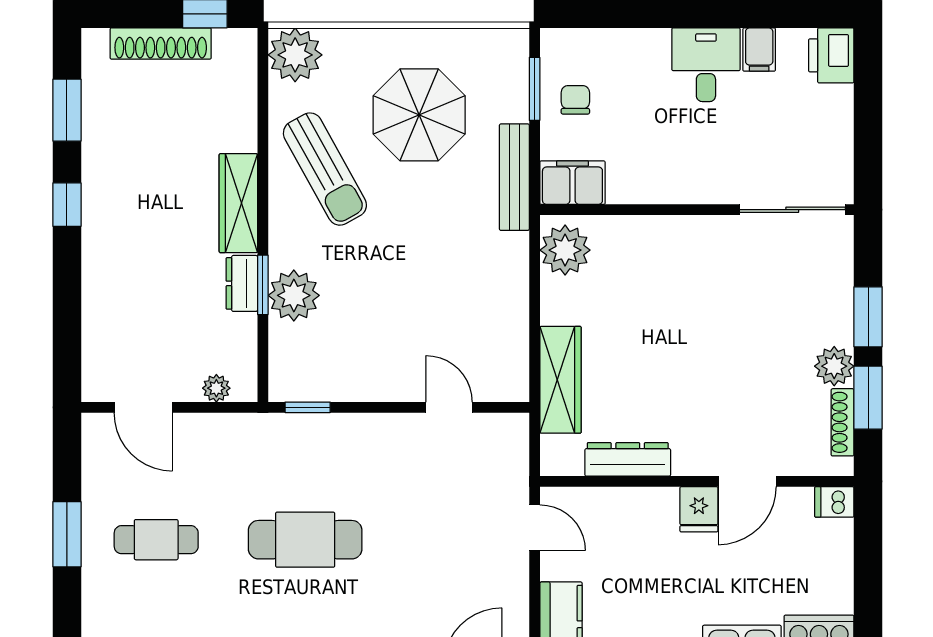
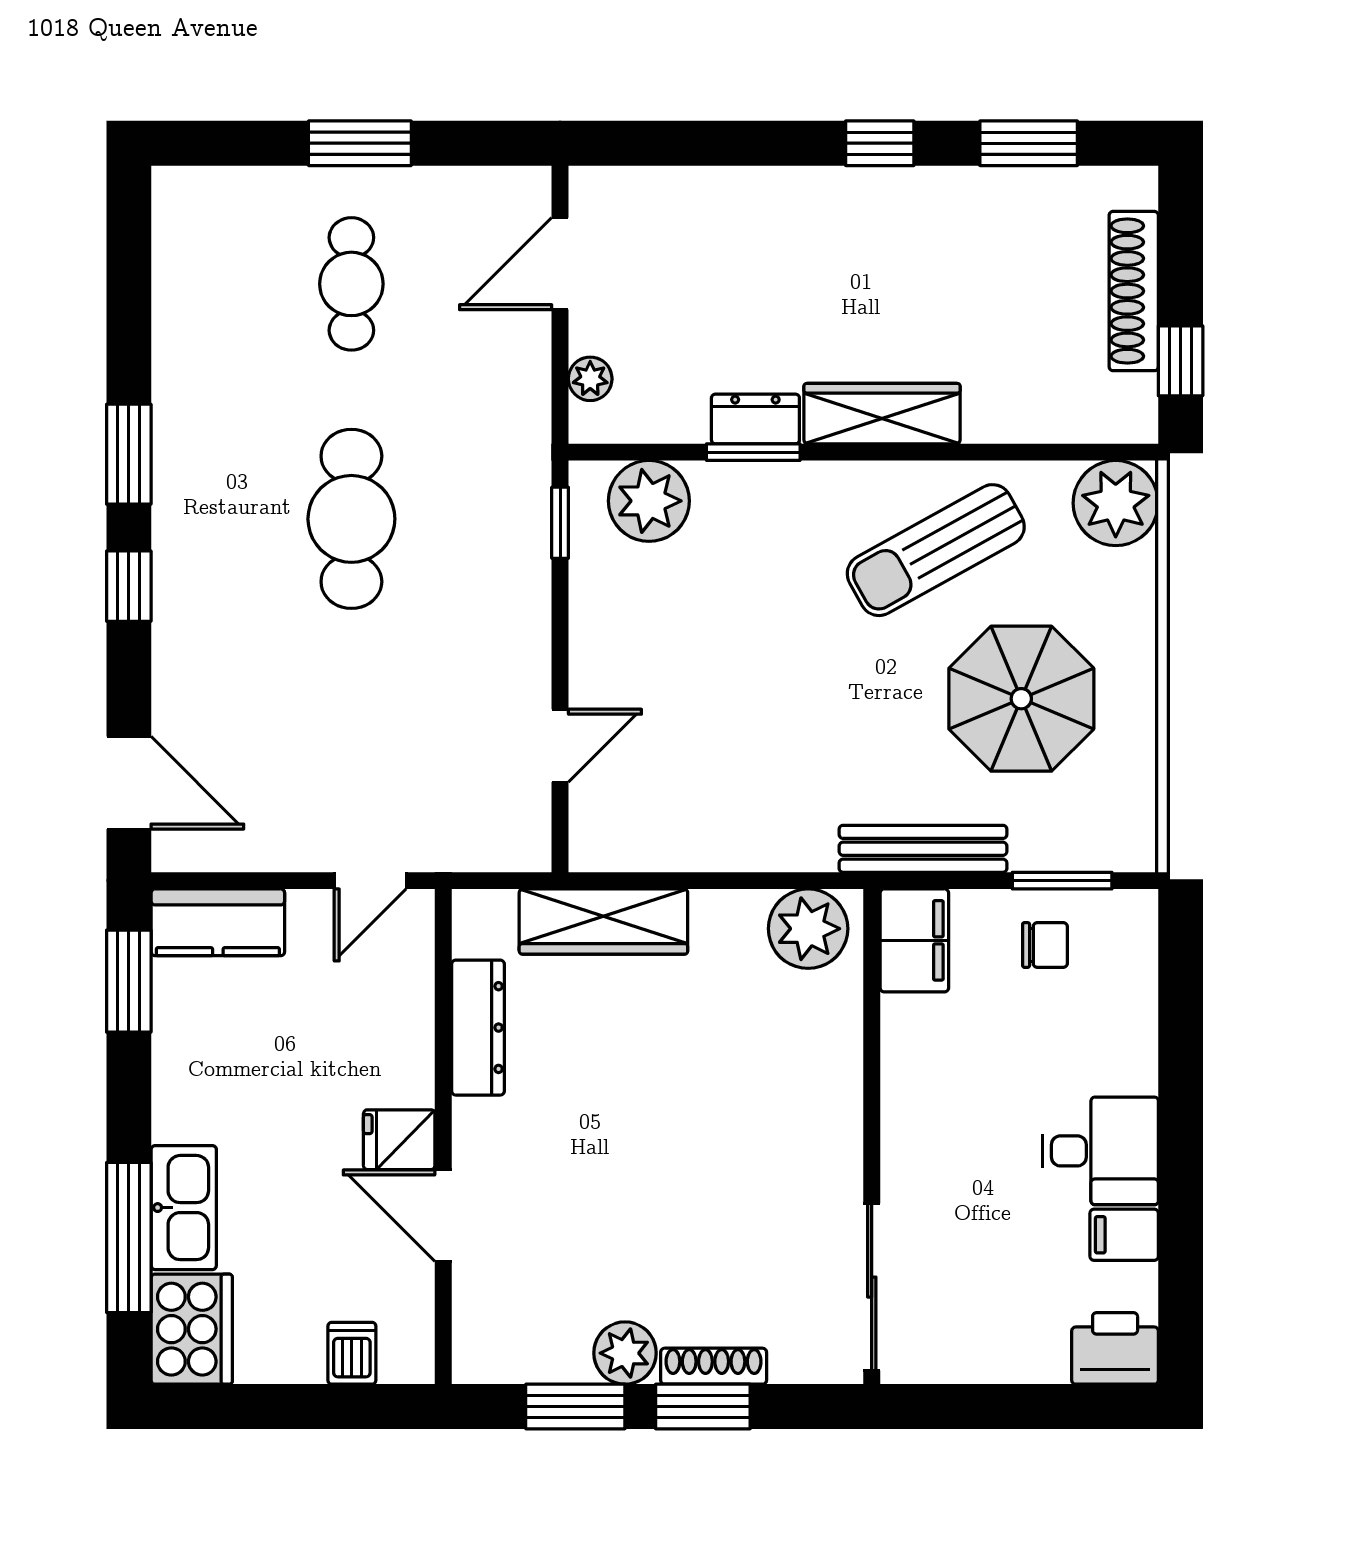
plant: (294, 295) -> (649, 501), moved
shoe rack: (843, 422) -> (714, 1366), moved
dishwasher: (834, 502) -> (352, 1353), moved

